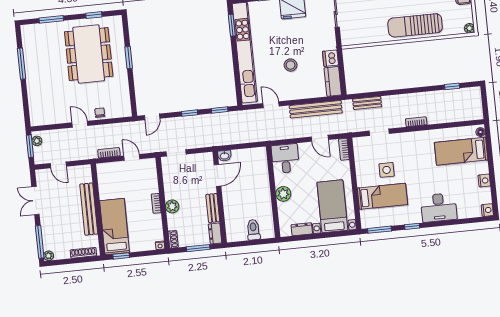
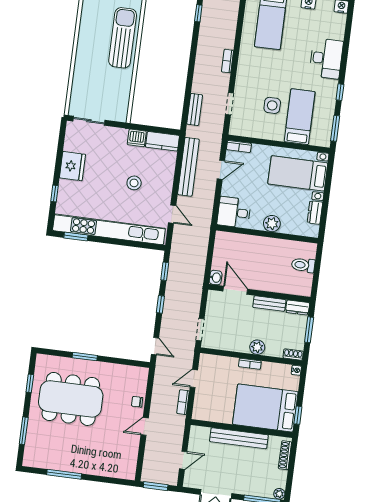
sun lounger: (415, 25) -> (123, 38), turned 180
door: (271, 105) -> (172, 214), swing flipped
plant: (37, 141) -> (152, 477), removed
bed: (115, 227) -> (265, 408), width x1.50

